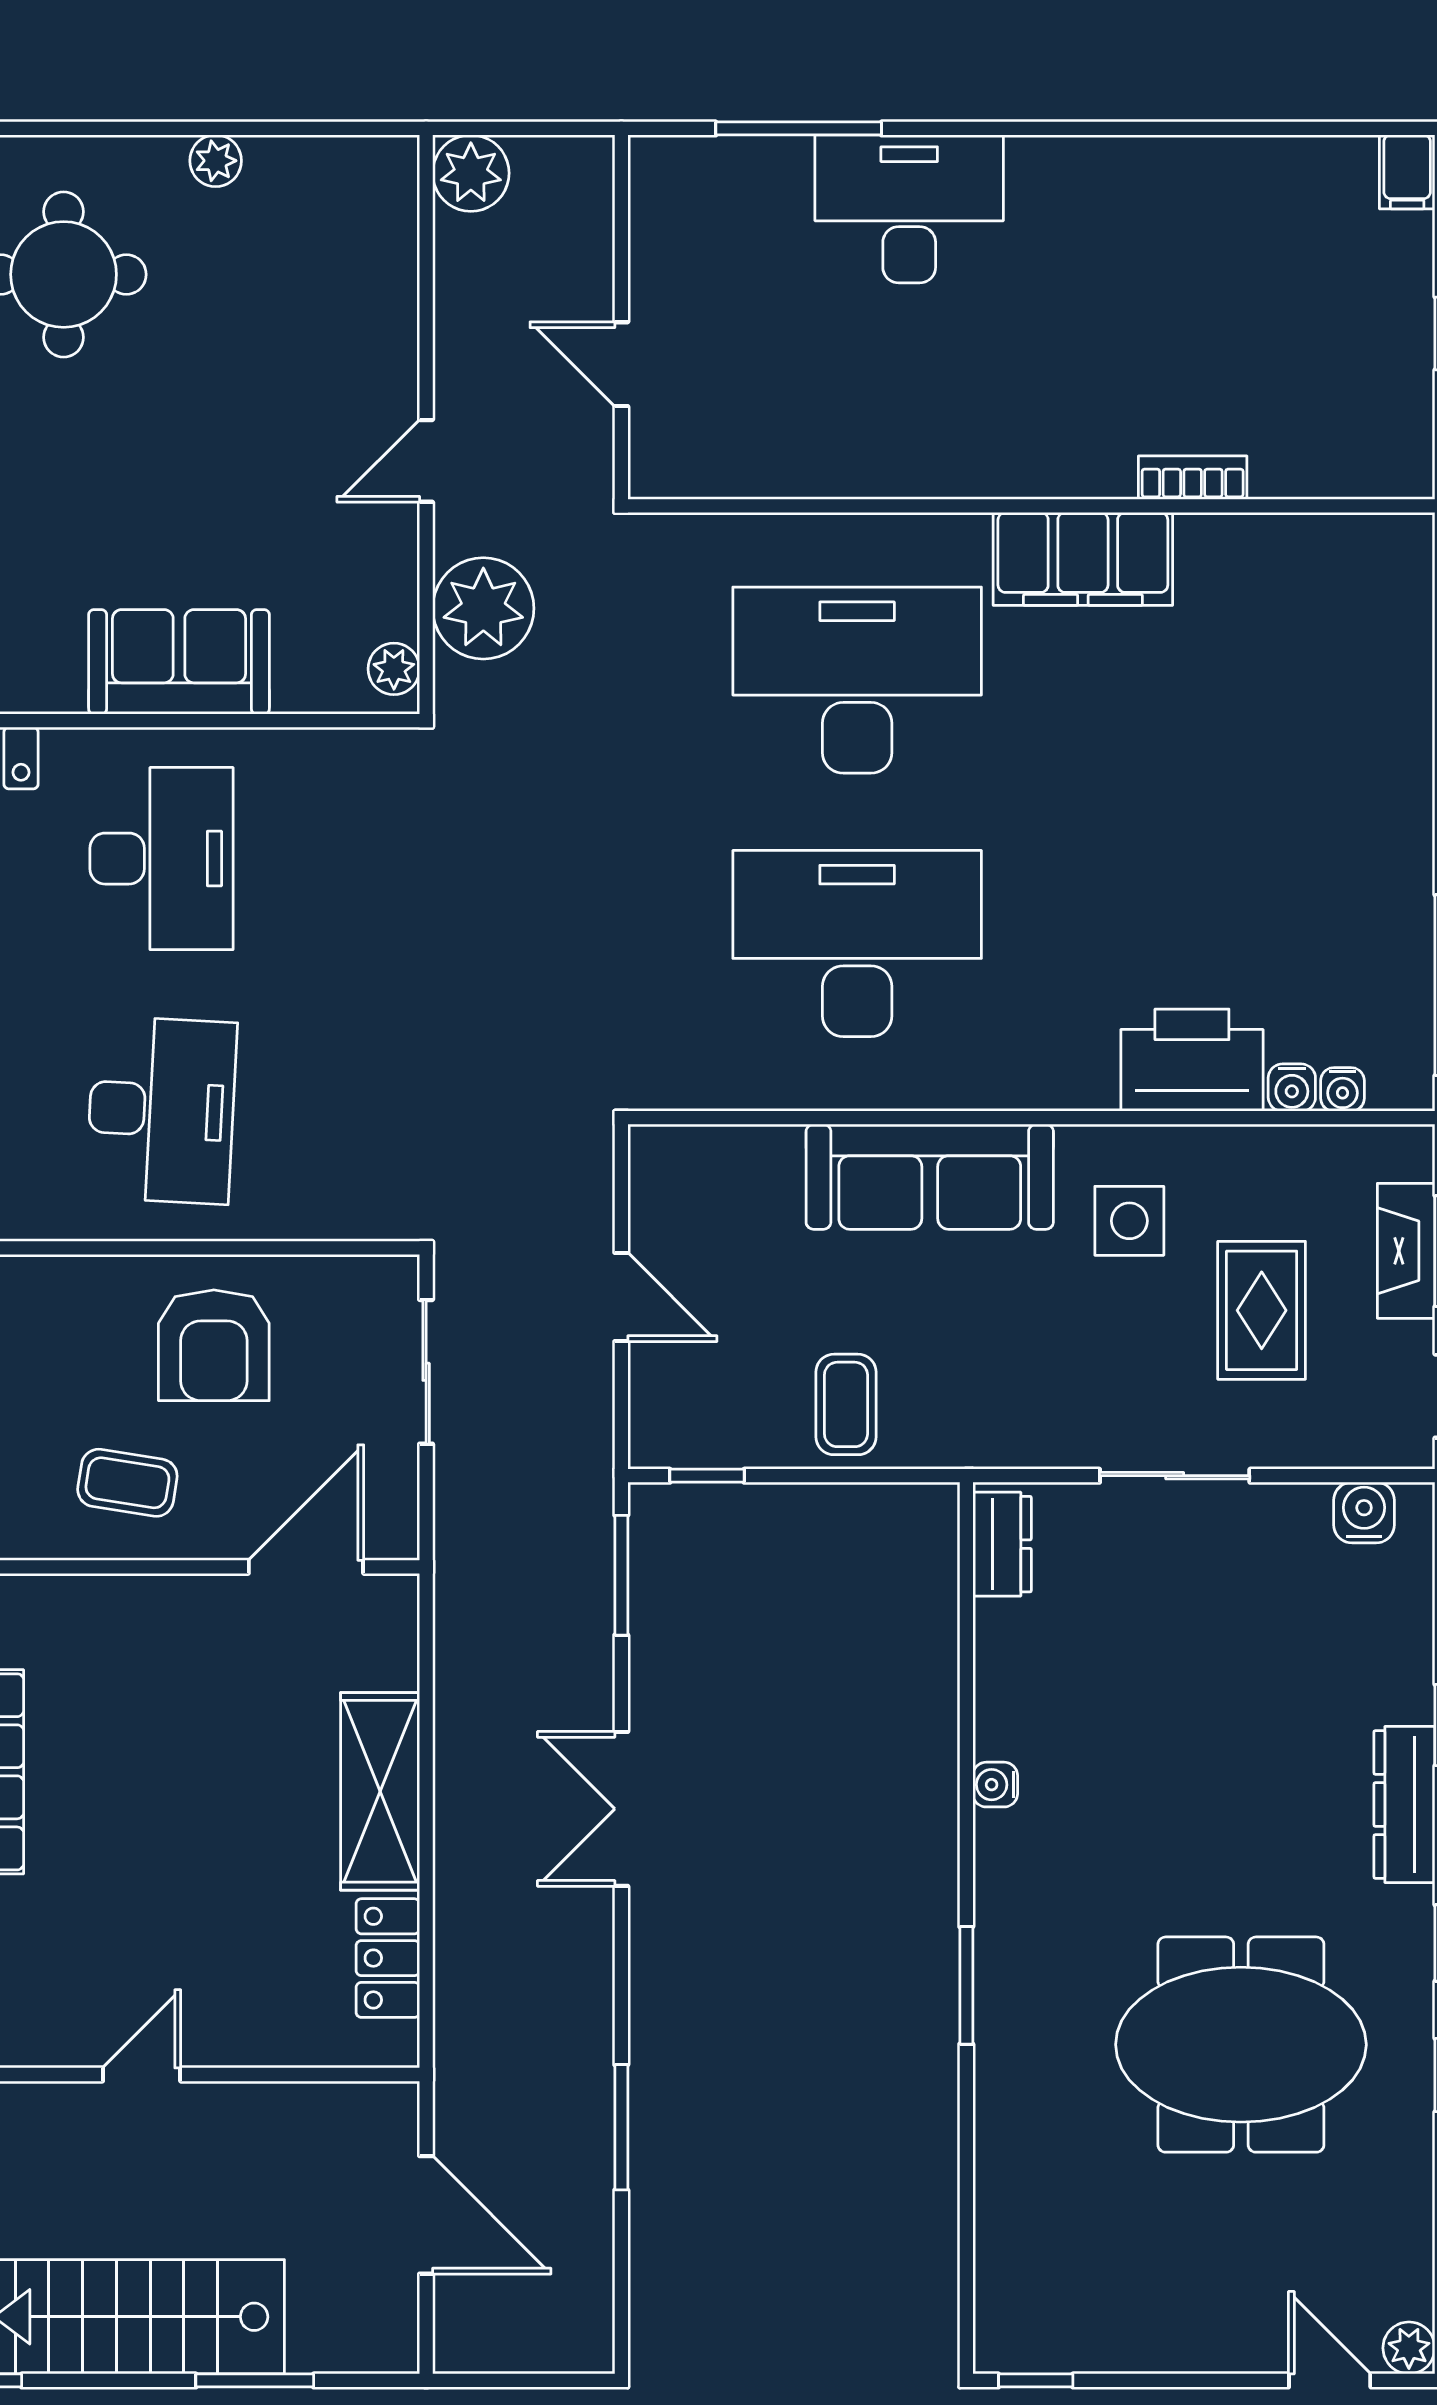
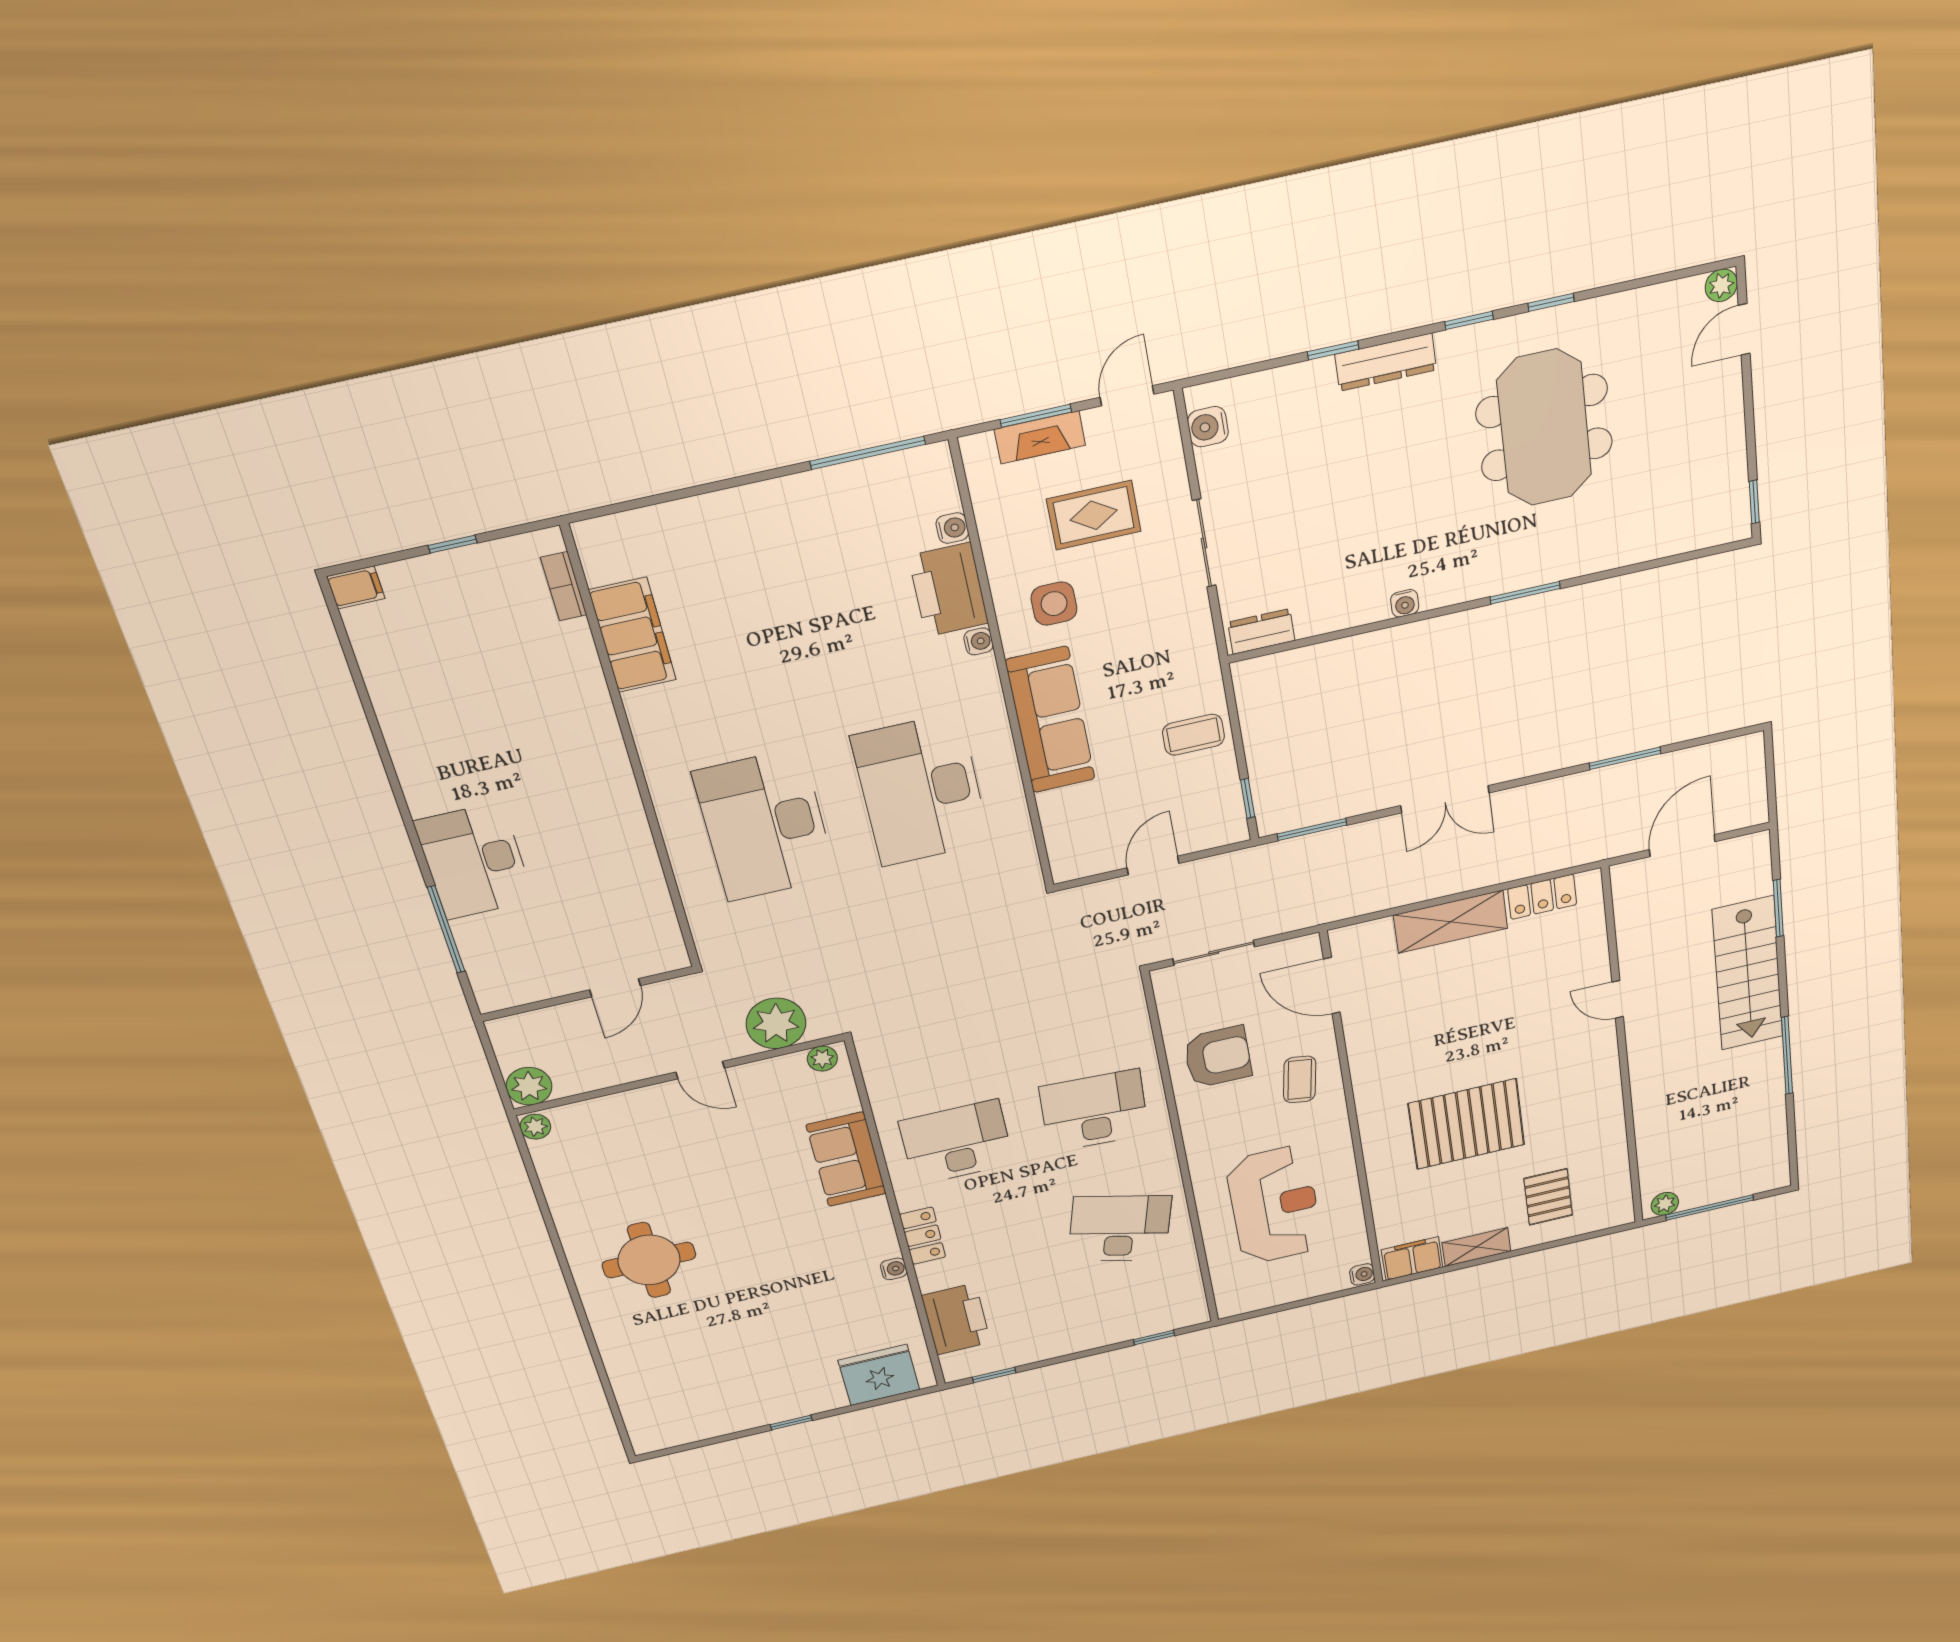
plant: (216, 161) -> (535, 1127), moved
bookcase: (1193, 478) -> (564, 586), moved
filing cabinet: (1083, 559) -> (633, 635), moved
water cooler: (1342, 1089) -> (979, 641), moved

